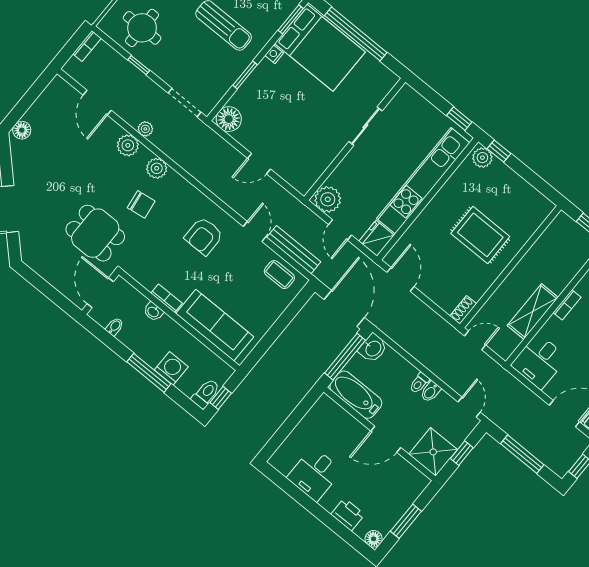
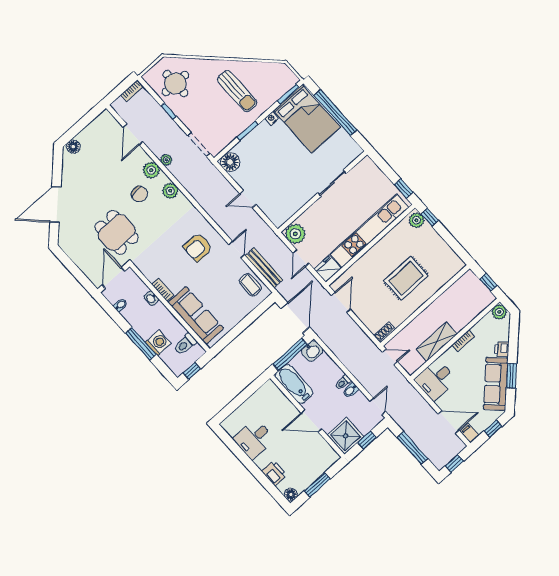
chair: (141, 204) -> (139, 194), moved
rug: (480, 235) -> (406, 278), turned 90
toilet: (206, 394) -> (185, 344), moved, turned 180

